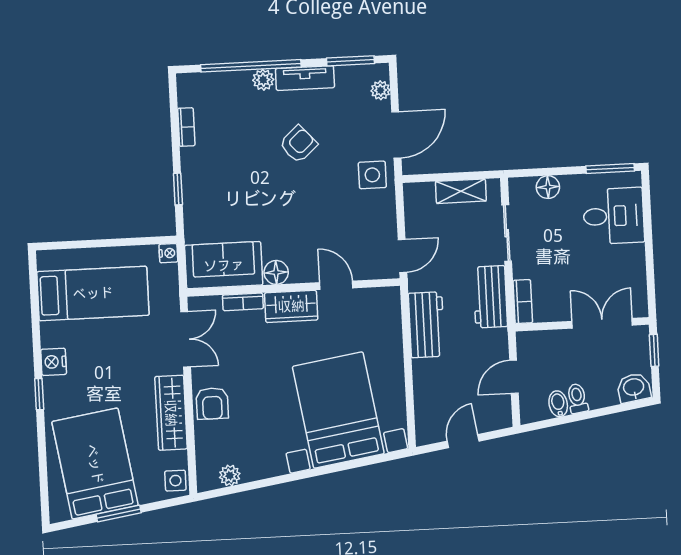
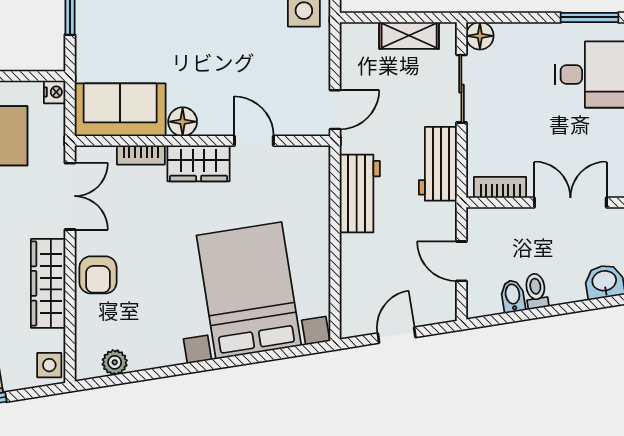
floor lamp: (548, 187) -> (480, 36), moved
bookcase: (523, 302) -> (500, 187), moved, turned -90
door: (514, 377) -> (461, 261), hinge flipped

